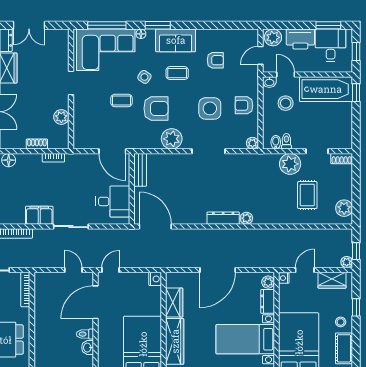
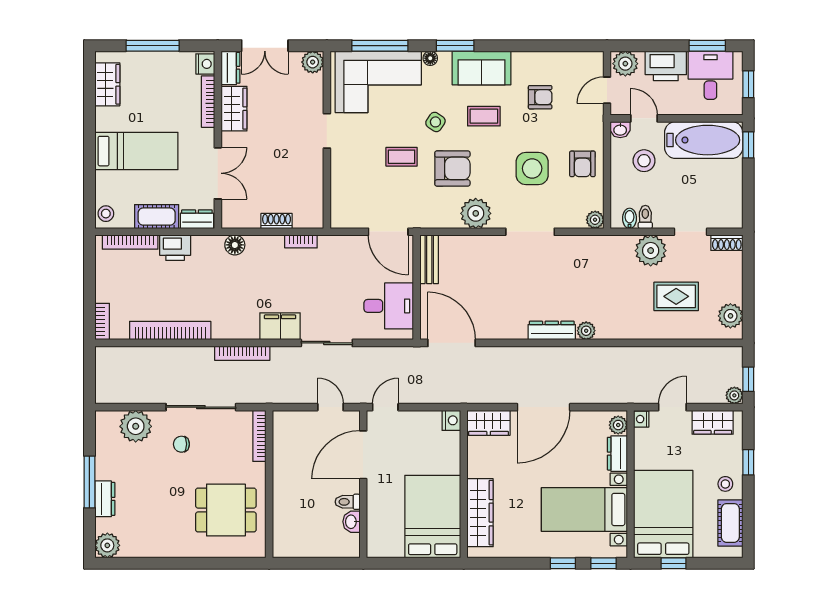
armchair: (244, 105) -> (582, 164), turned -90
plant: (61, 117) -> (313, 62), moved
rug: (307, 195) -> (676, 296), turned 90
wardrobe: (174, 303) -> (489, 423), moved, turned 90

